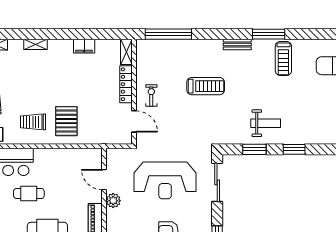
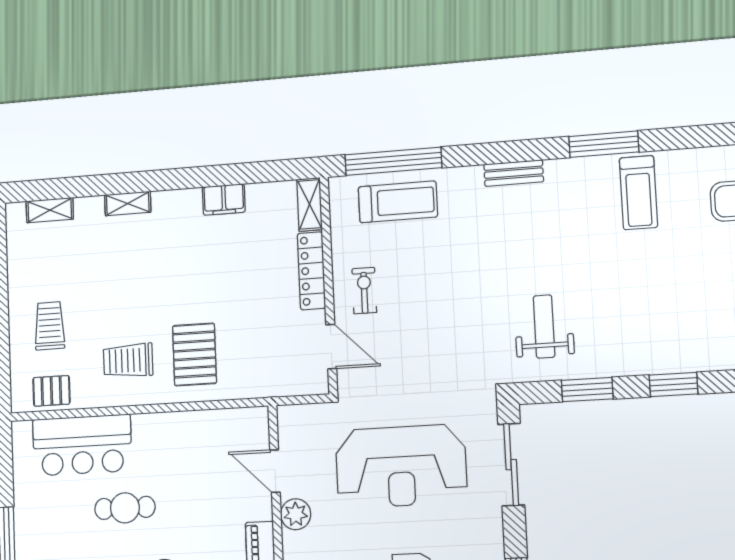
bench: (237, 45) -> (514, 173), moved
treadmill: (206, 86) -> (398, 202), moved
weight bench: (266, 123) -> (544, 326), moved, turned -90

